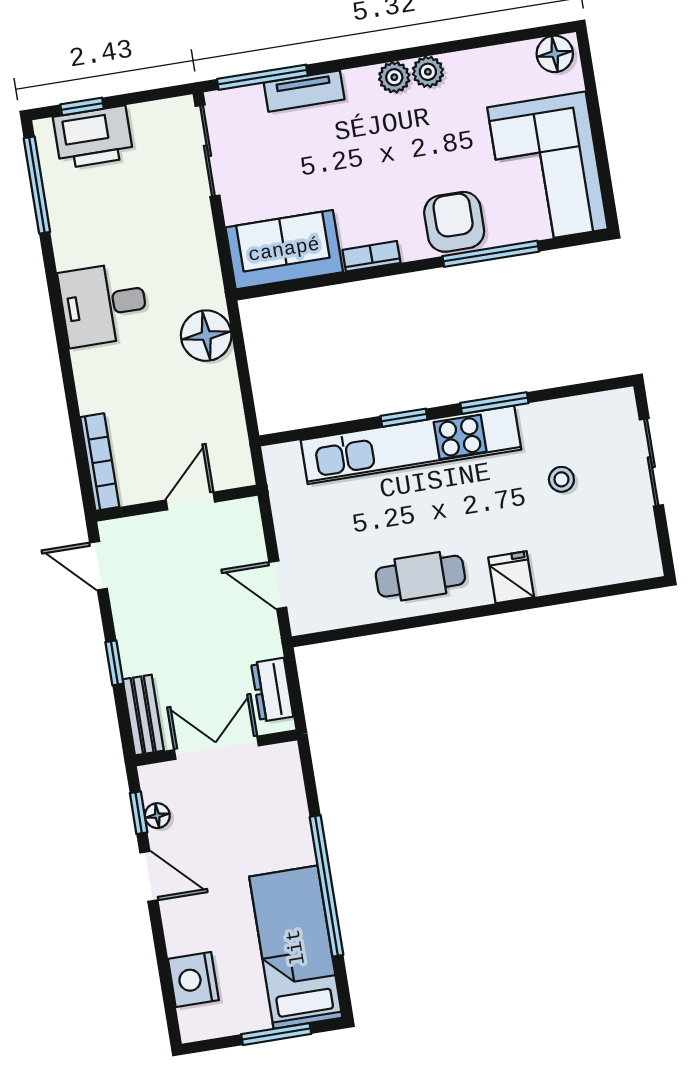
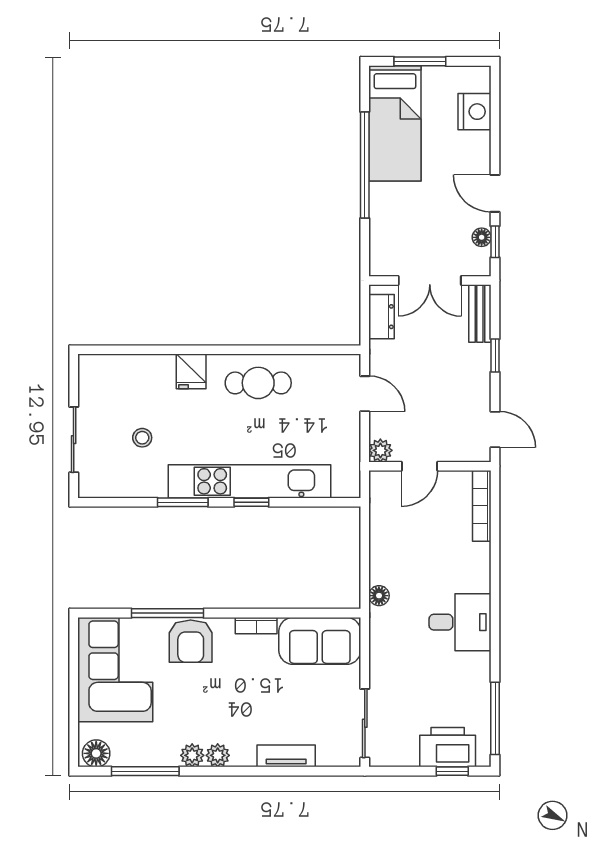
window: (262, 77) -> (145, 771), moved
floor lamp: (206, 336) -> (379, 596), width x0.53, depth x0.53
plant: (245, 513) -> (380, 450), added

